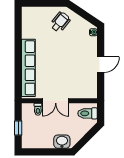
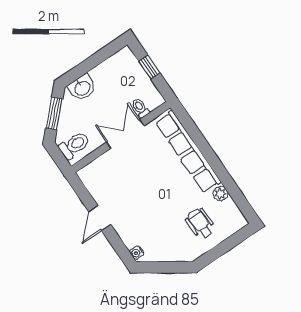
wheelchair: (60, 22) -> (200, 224), moved, turned 141
plant: (26, 33) -> (220, 194), added
window: (87, 138) -> (54, 113), added

